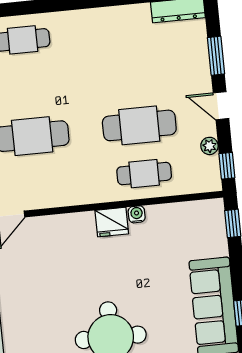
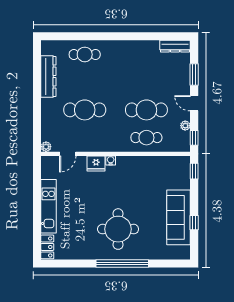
water cooler: (137, 214) -> (111, 160), moved
fridge: (112, 222) -> (96, 163), moved

